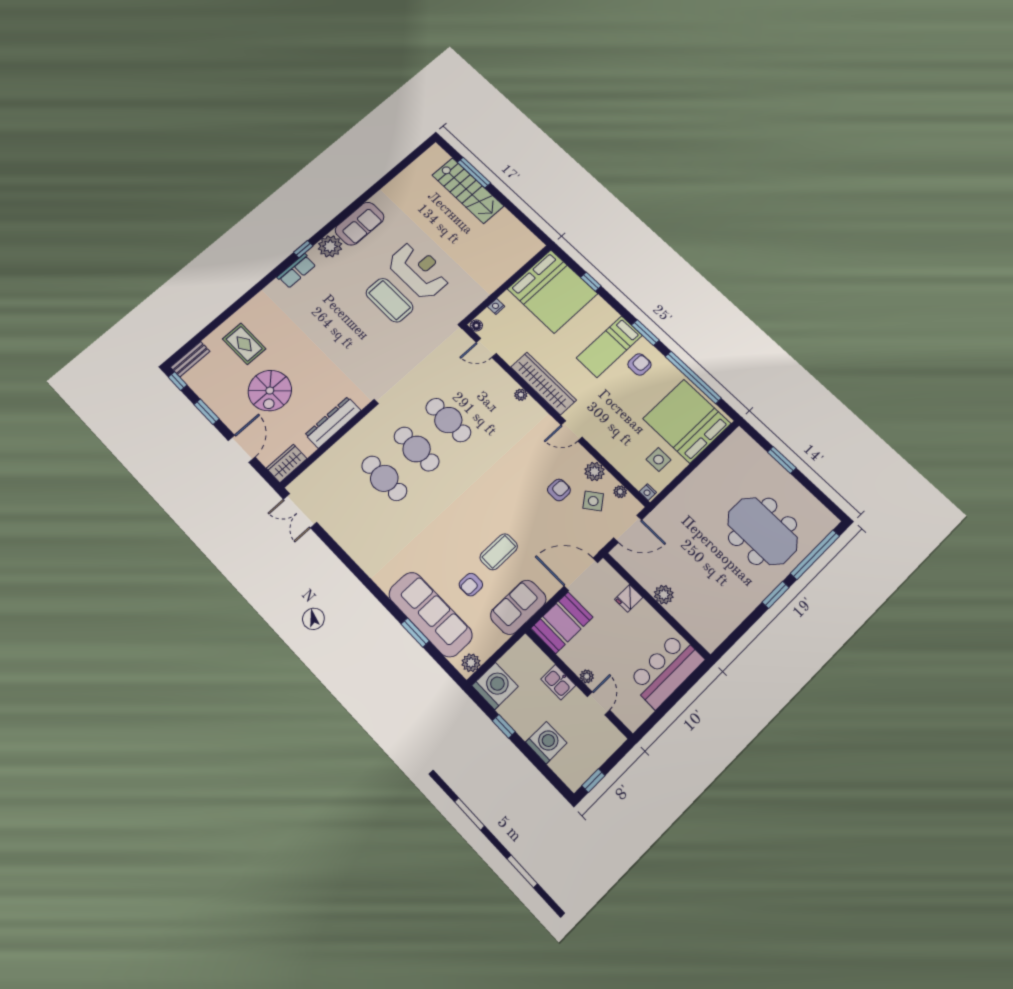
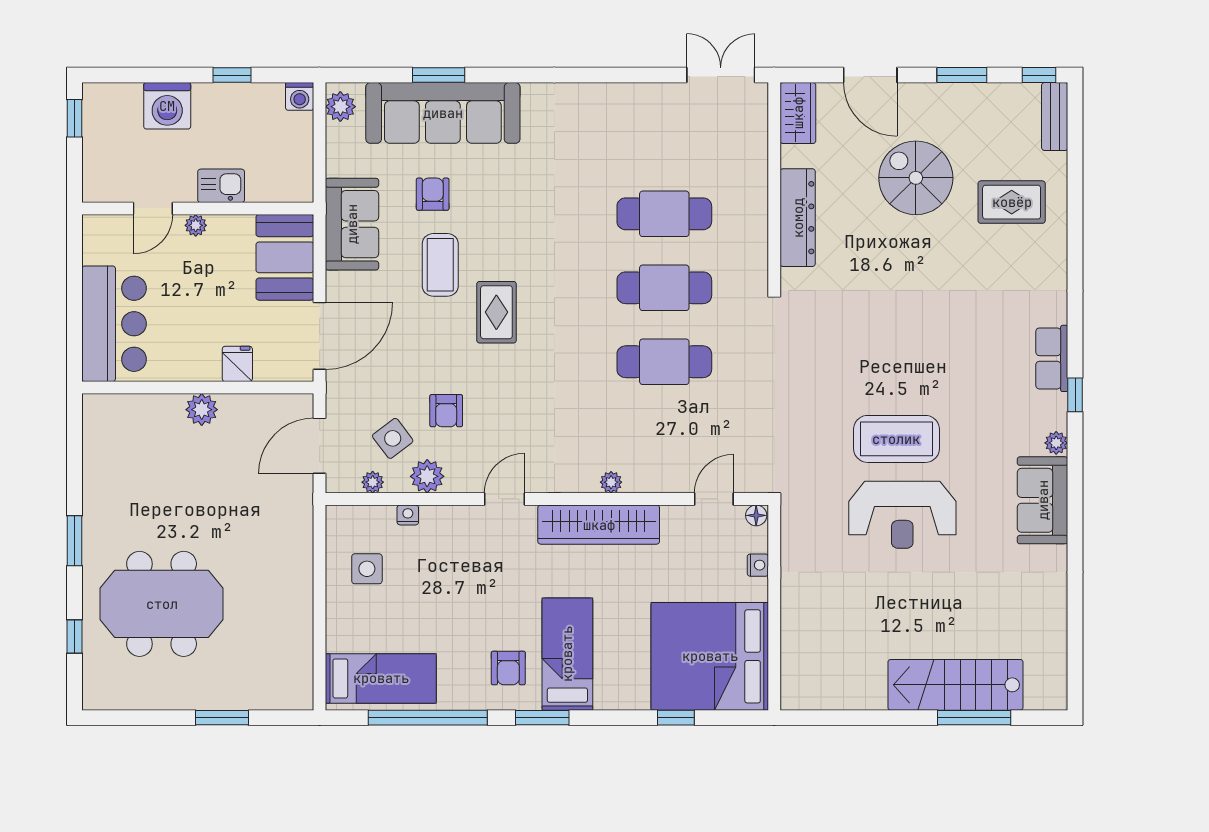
plant: (330, 246) -> (1056, 443), width x0.53, depth x0.53
bed: (687, 421) -> (381, 678), width x0.49
nightstand: (648, 492) -> (408, 515), moved
rug: (496, 509) -> (496, 312), added
window: (815, 555) -> (75, 637), width x0.32
washing machine: (495, 686) -> (300, 96), width x0.53, depth x0.53
door: (598, 703) -> (153, 209), hinge flipped

